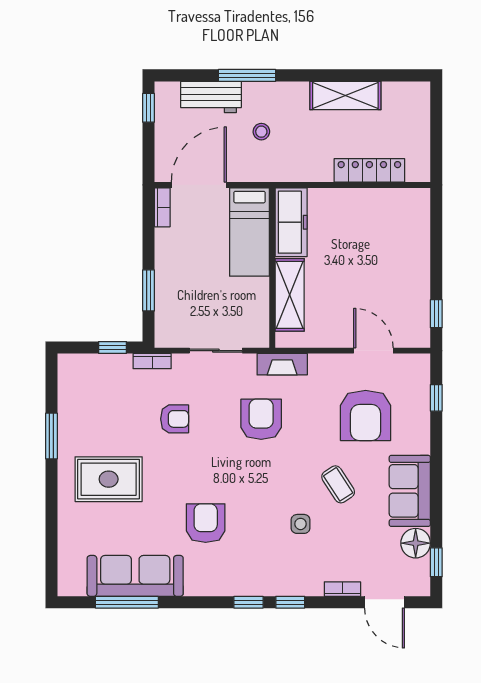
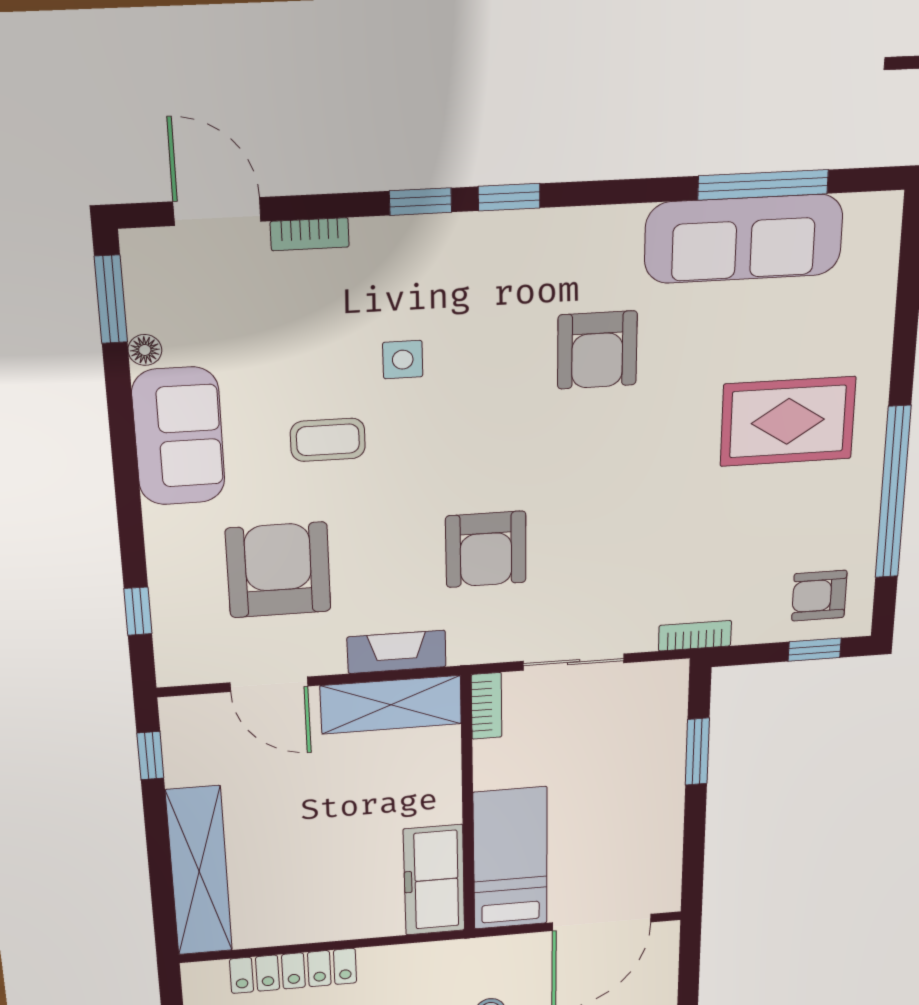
bookcase: (162, 207) -> (487, 706), moved, turned 180
shelving: (416, 240) -> (199, 871), added
shelving: (290, 295) -> (391, 705), moved, turned 90
window: (113, 348) -> (815, 650), moved
fireplace: (282, 364) -> (397, 652), moved
armchair: (175, 419) -> (819, 596), moved
window: (51, 436) -> (893, 493), width x2.11
coffee table: (338, 484) -> (328, 440), turned -57
floor lamp: (416, 543) -> (145, 350), width x0.53, depth x0.53
window: (436, 562) -> (111, 299), width x1.50

